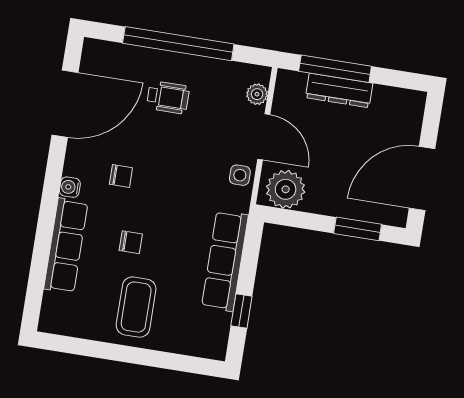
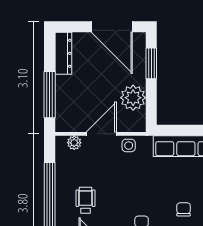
dresser: (339, 90) -> (63, 53), moved
plant: (286, 189) -> (133, 98), moved

